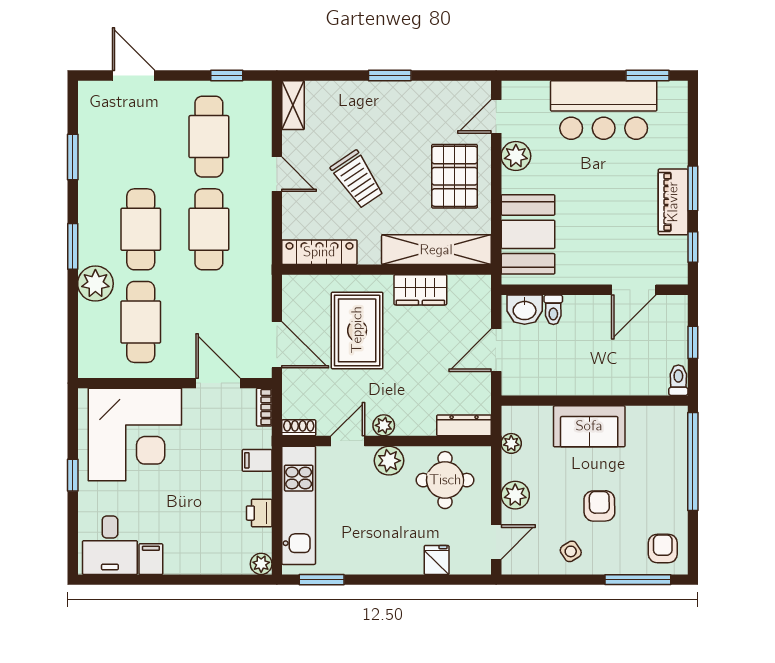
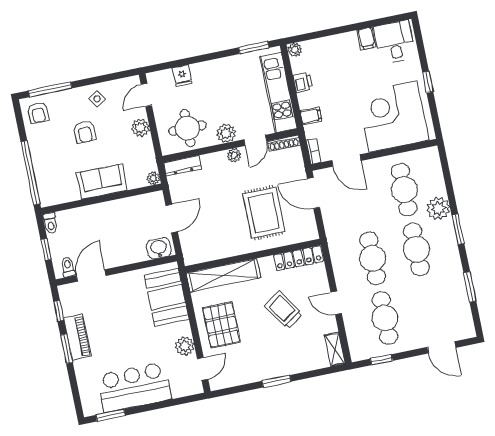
wardrobe: (420, 290) -> (228, 247), removed
toilet: (553, 310) -> (68, 267), moved
shoe rack: (299, 428) -> (284, 143), width x1.43
plant: (511, 443) -> (153, 178), moved

